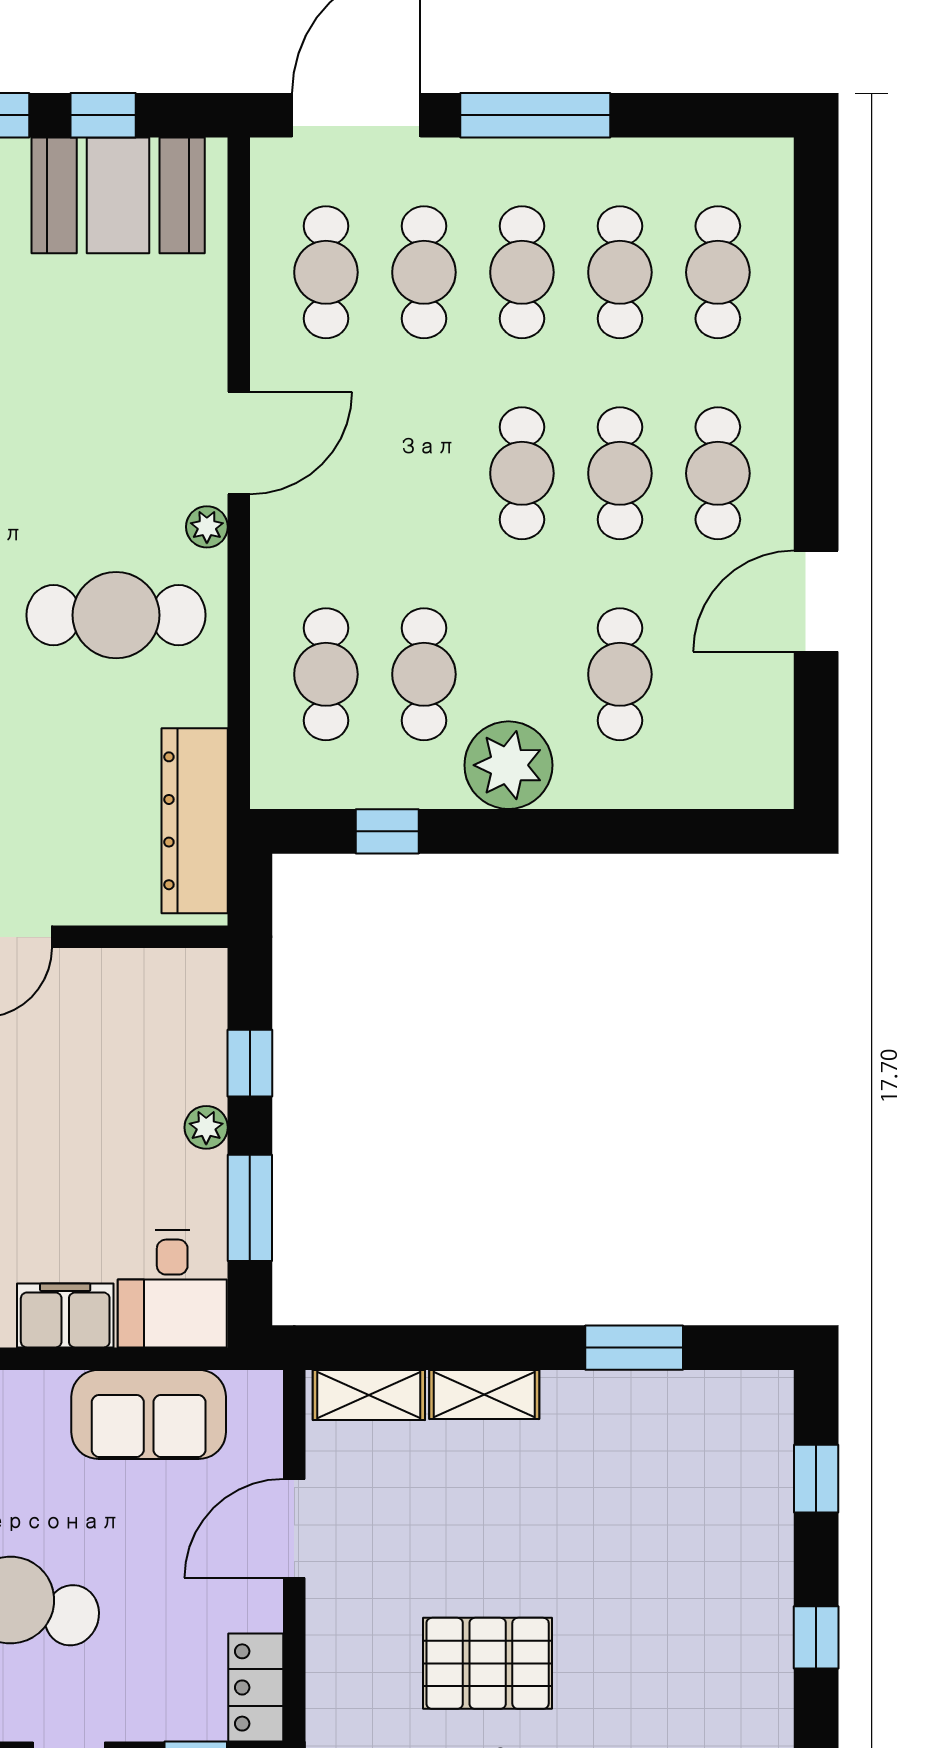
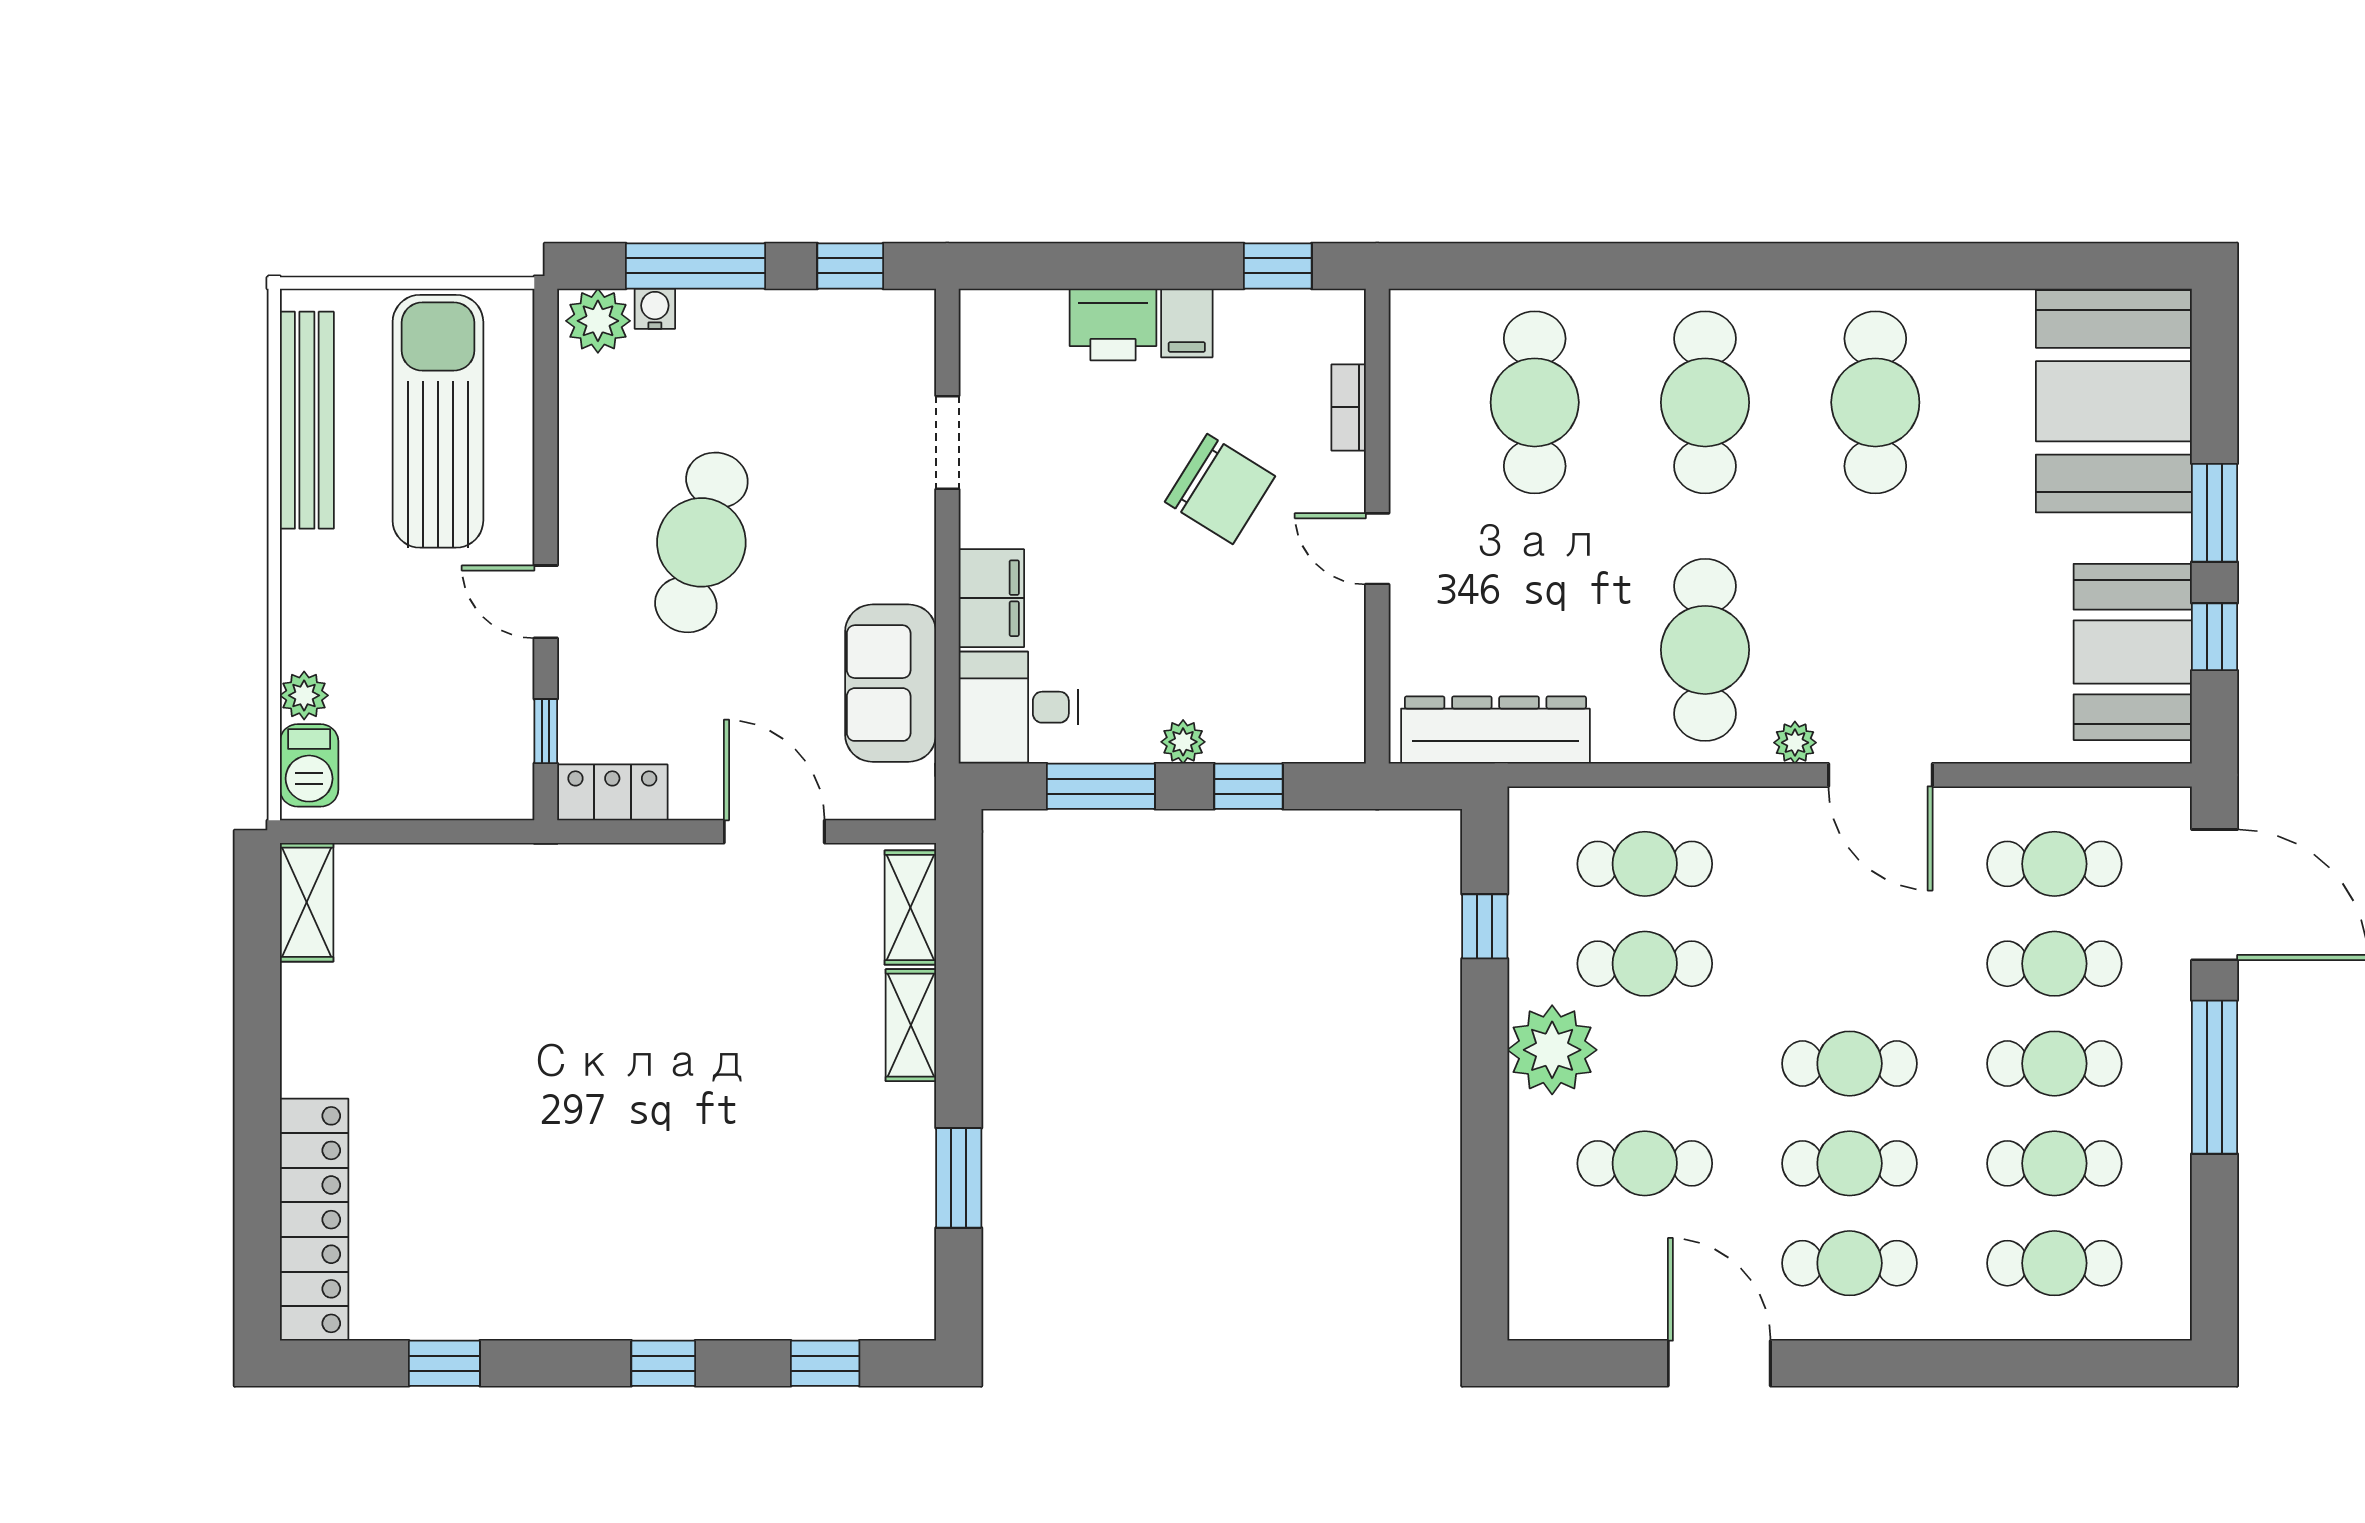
pallet: (488, 1663) -> (637, 1029), removed

